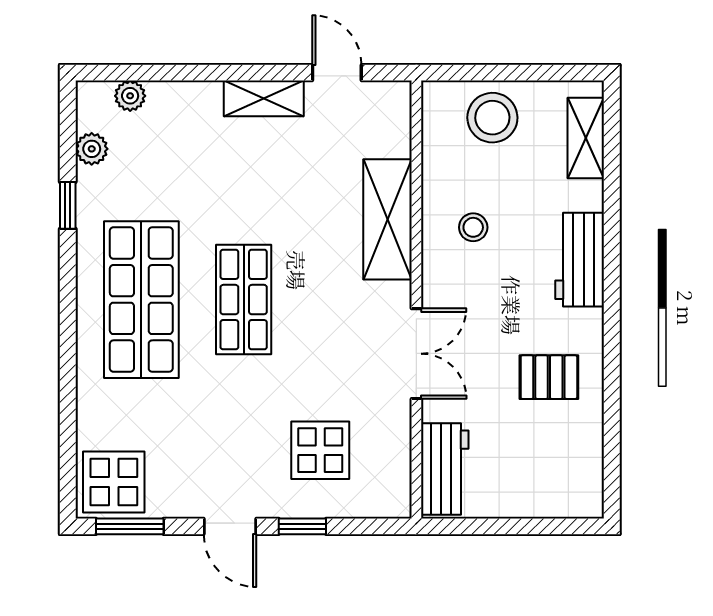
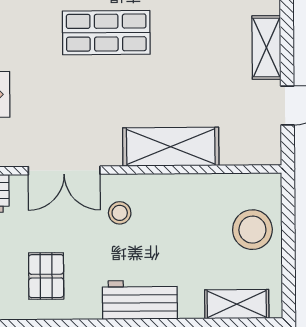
stool: (473, 227) -> (120, 213), moved

